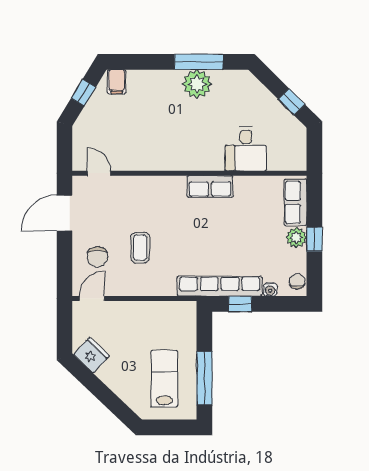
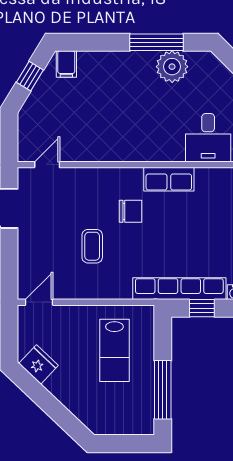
plant: (197, 84) -> (172, 67), moved
door: (99, 173) -> (47, 165), hinge flipped
chair: (98, 257) -> (131, 211), moved, turned -90
lab bench: (164, 379) -> (114, 350), moved, turned 180

